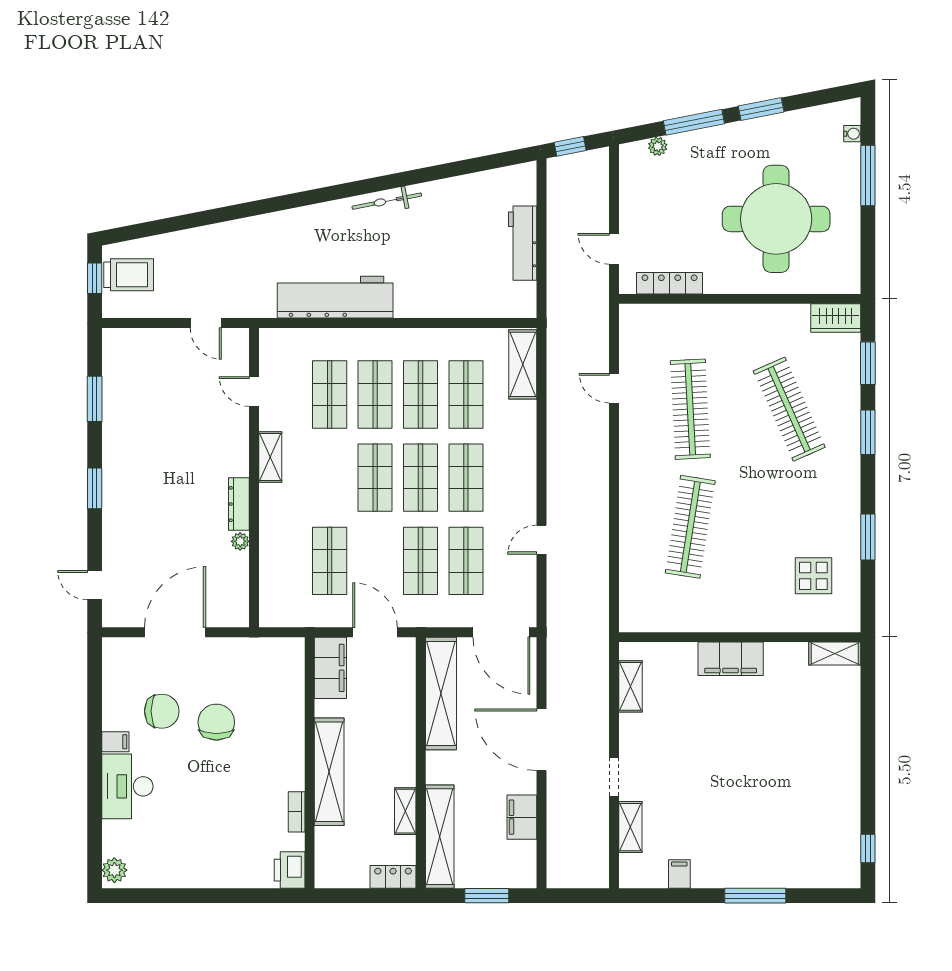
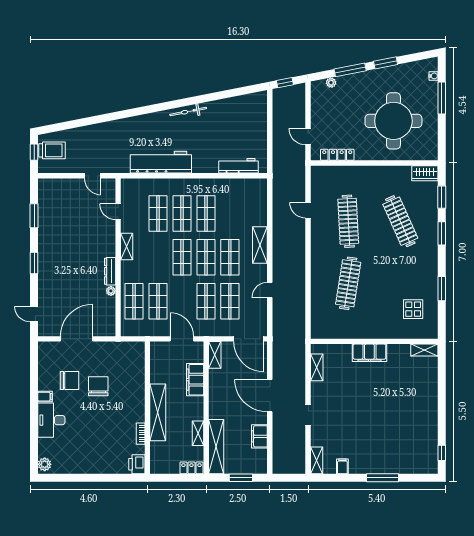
workbench: (523, 243) -> (238, 166), moved, turned 90
shelving: (523, 364) -> (260, 245), moved
shop shelf: (466, 394) -> (134, 301), moved
filing cabinet: (330, 668) -> (195, 380), moved, turned 180
shelving: (441, 694) -> (215, 355), width x0.45, depth x0.75
shelving: (630, 827) -> (317, 460), moved

